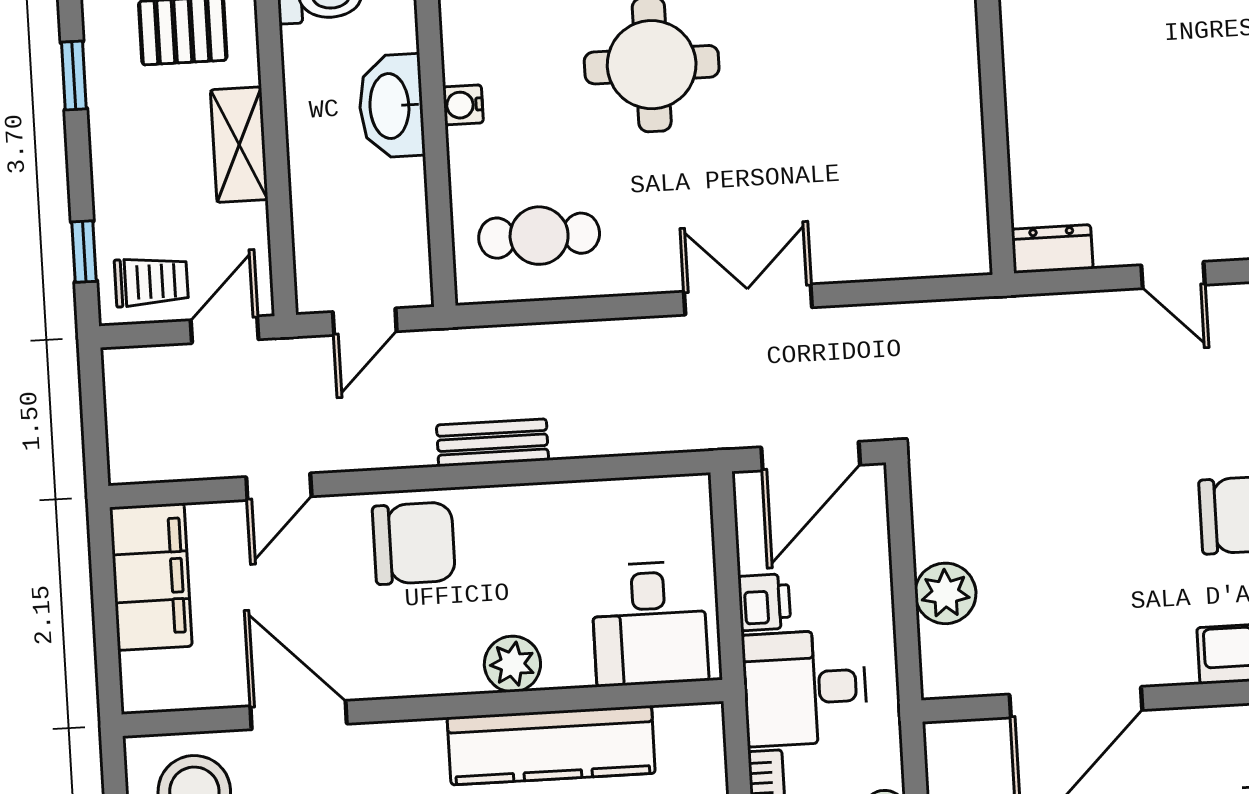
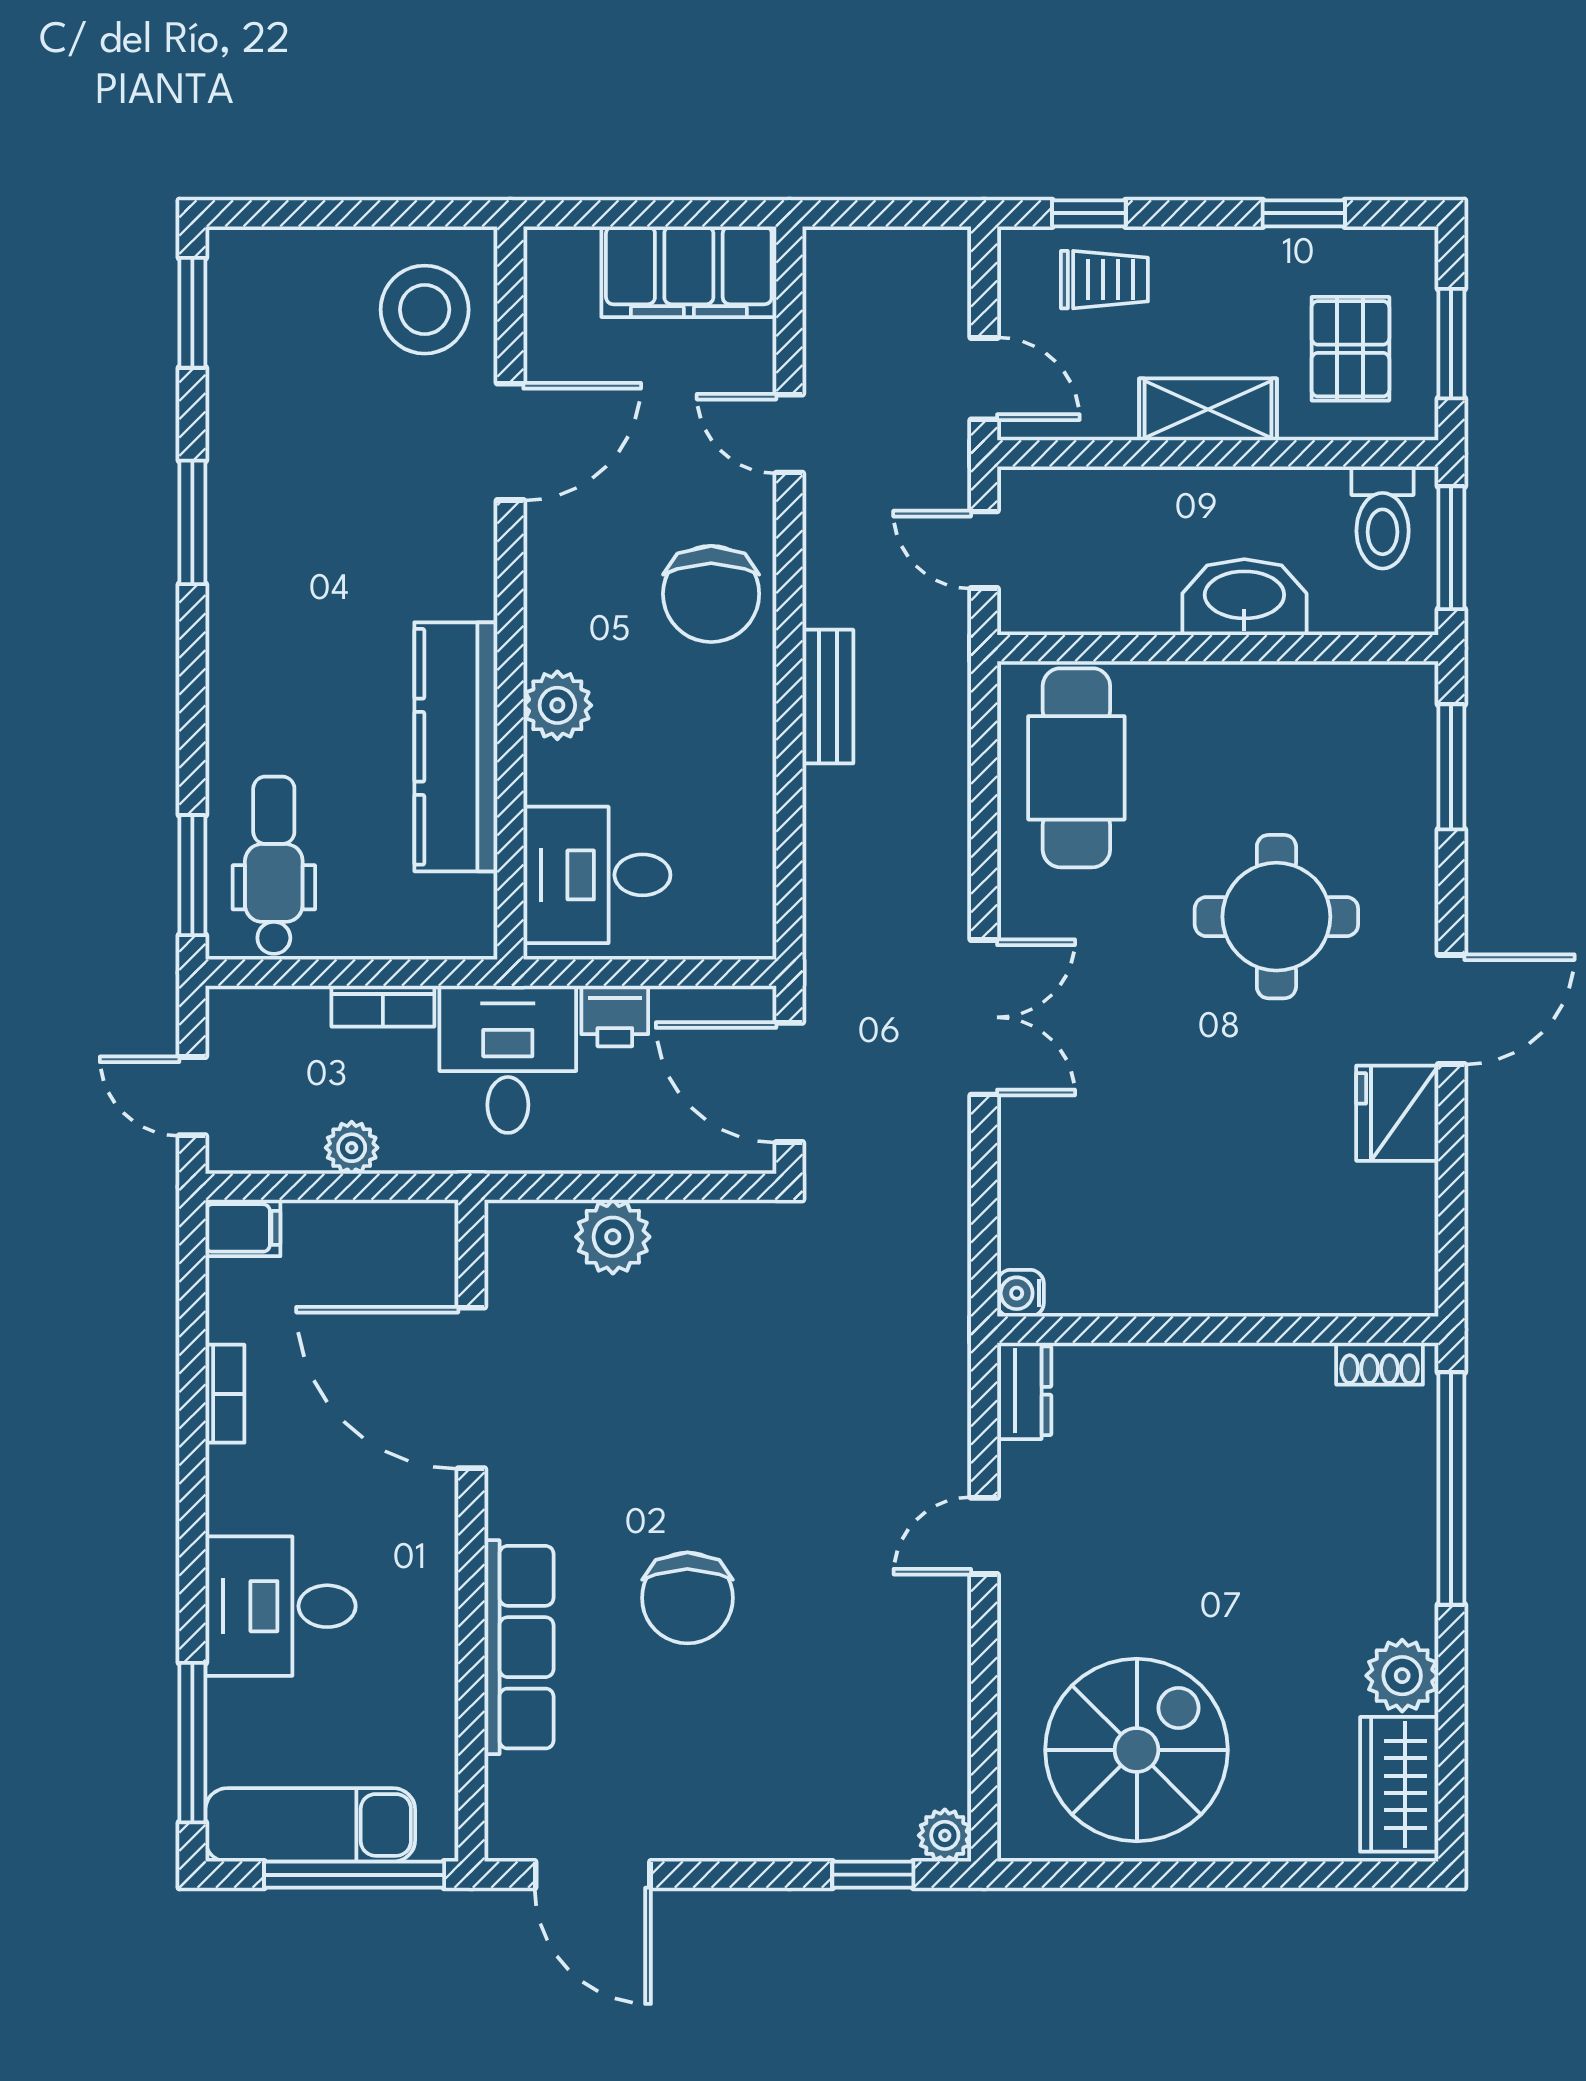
water cooler: (463, 105) -> (1020, 1293), moved, turned -90
cafe table: (539, 236) -> (1076, 768), width x1.37, depth x1.35
trolley: (151, 282) -> (1104, 280), moved, turned -90

